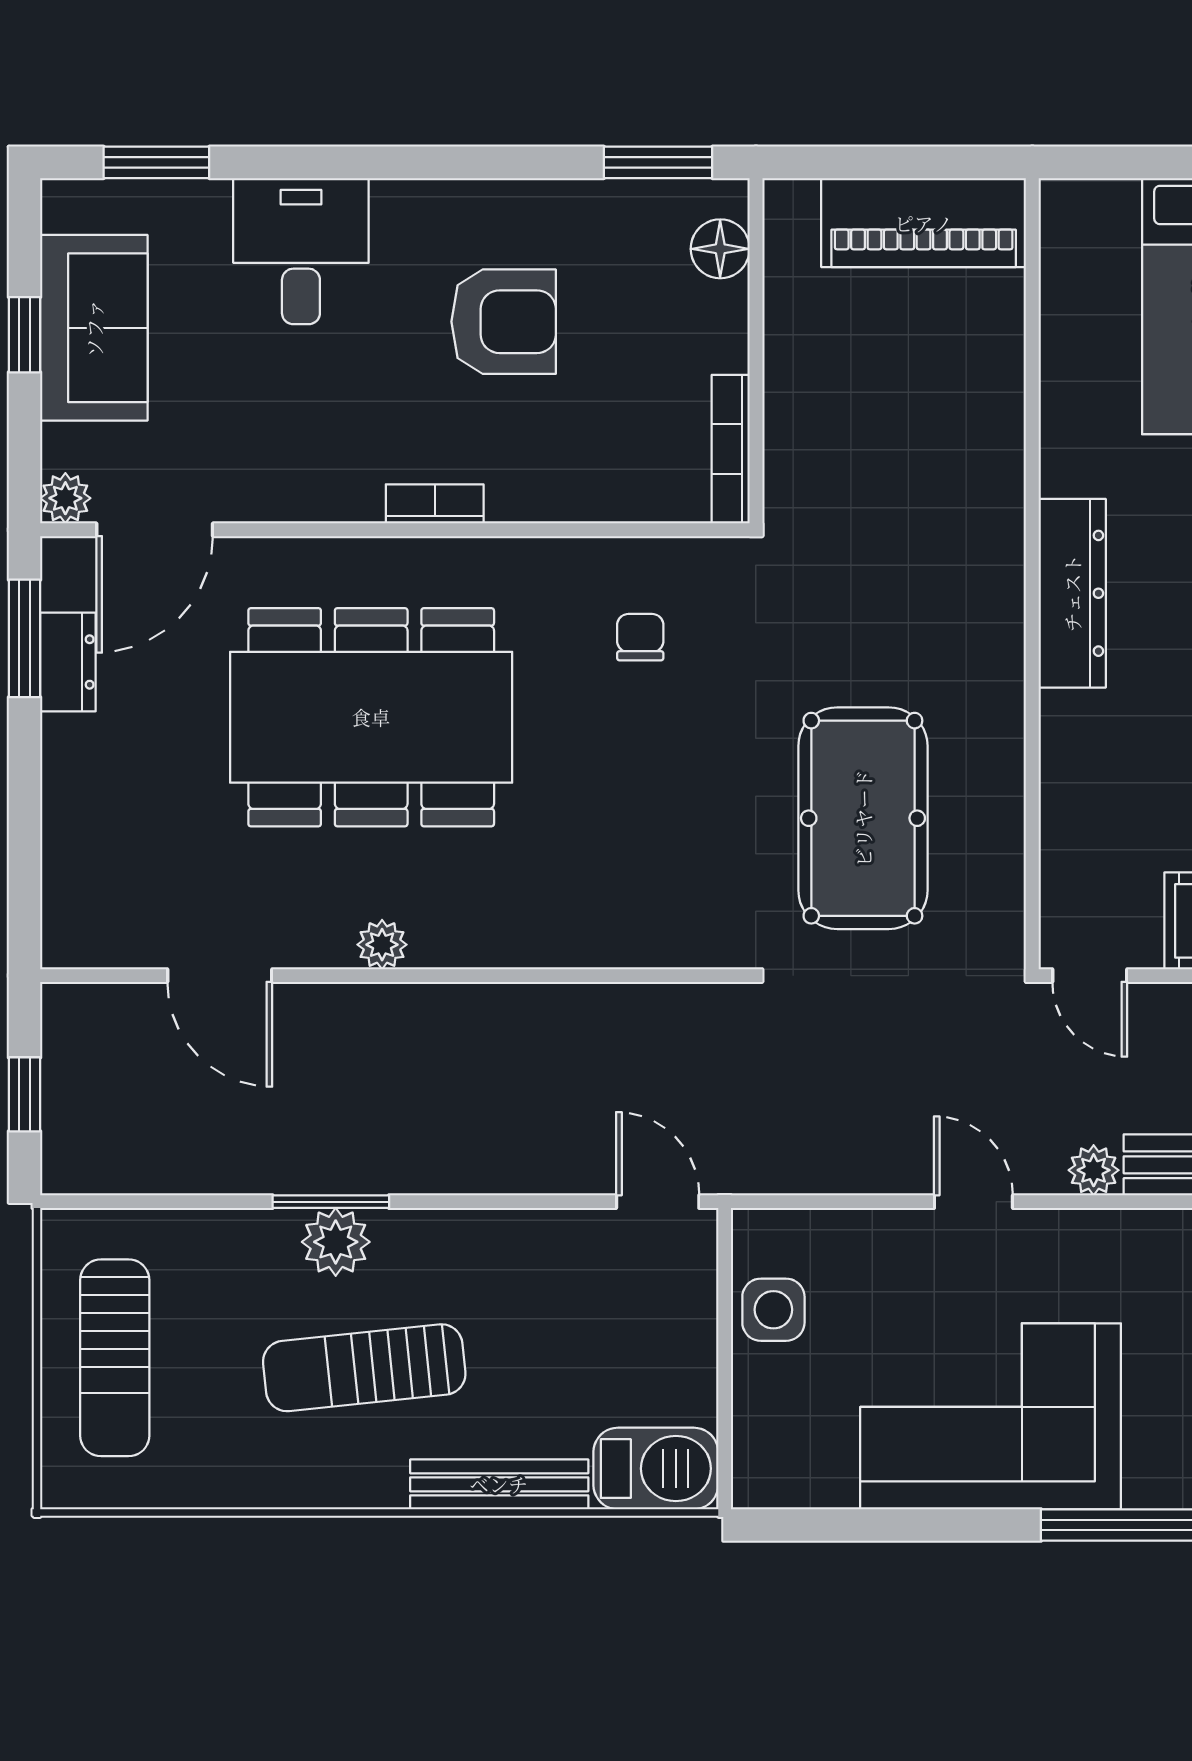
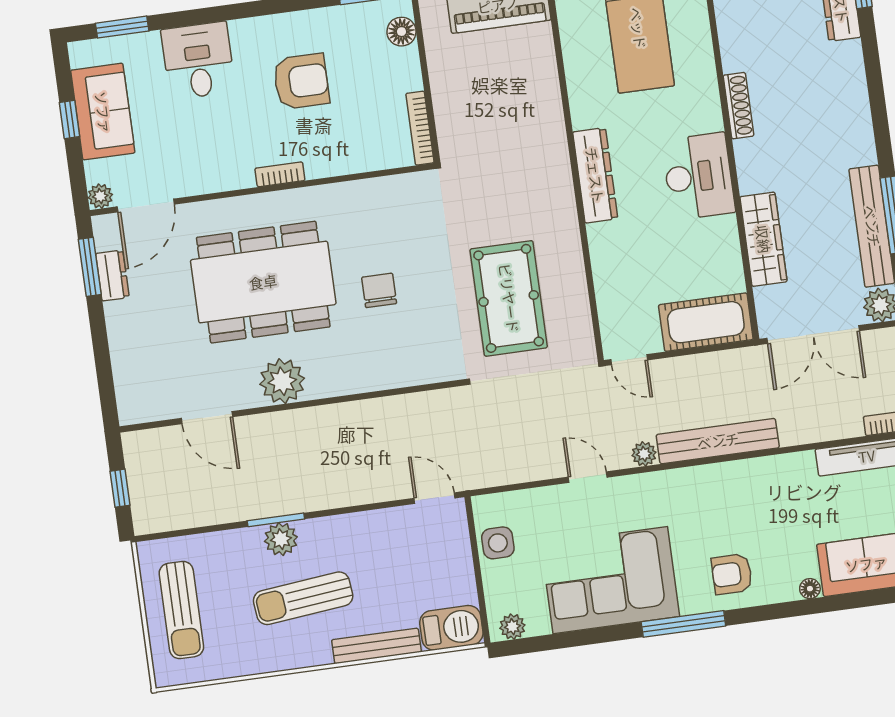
chair: (640, 637) -> (379, 290), moved, width x1.37, depth x1.37
plant: (382, 945) -> (282, 381), width x1.87, depth x1.87
plant: (780, 1483) -> (512, 627), added

